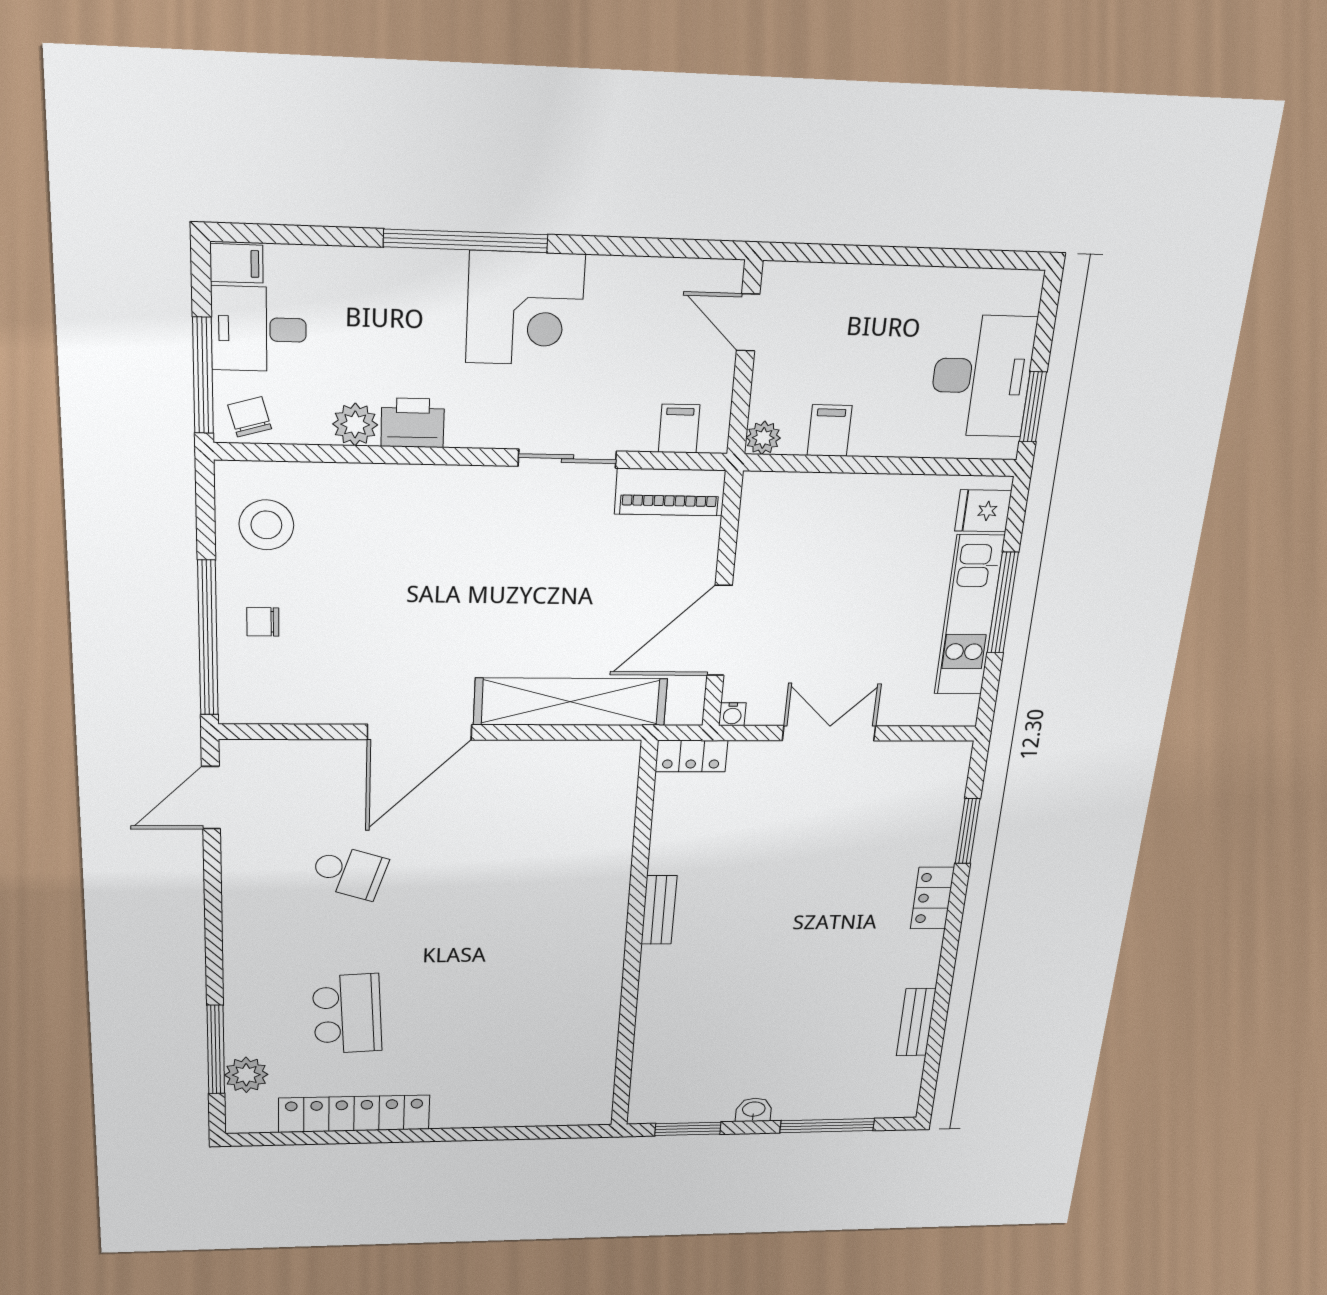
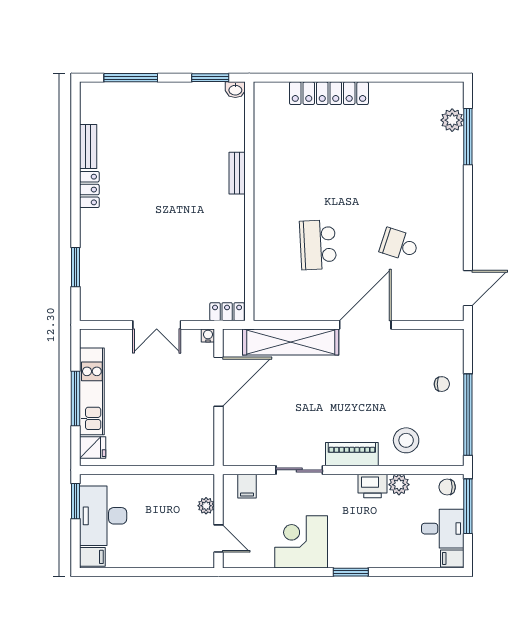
window: (466, 241) -> (351, 572), width x0.47
corner desk: (525, 309) -> (301, 542), moved
chair: (250, 417) -> (447, 487), turned 106
filing cabinet: (830, 431) -> (92, 557), moved, turned -90
plant: (763, 438) -> (206, 506), moved
piano: (670, 492) -> (352, 454), moved
stool: (266, 525) -> (406, 440), moved
window: (208, 638) -> (468, 415), moved
locker: (932, 898) -> (89, 190), moved
bench: (659, 910) -> (237, 173), moved
school desk: (347, 1014) -> (318, 245), moved
washbasin: (754, 1110) -> (235, 90), moved
locker: (354, 1114) -> (329, 93), moved

